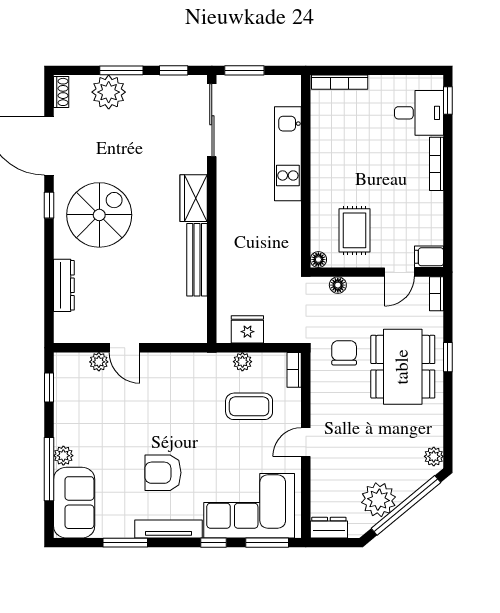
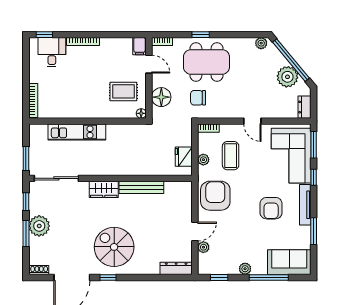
plant: (109, 92) -> (39, 226), moved
dresser: (64, 285) -> (176, 268), moved
floor lamp: (338, 285) -> (161, 97), width x1.89, depth x1.89
armchair: (183, 381) -> (215, 196), added
plant: (63, 456) -> (245, 269), moved

